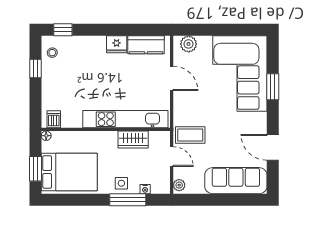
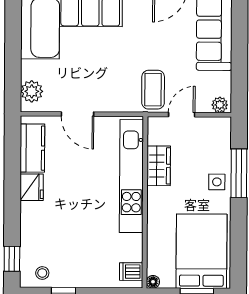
door: (172, 78) -> (77, 114), swing flipped
nightstand: (145, 189) -> (225, 150), removed

